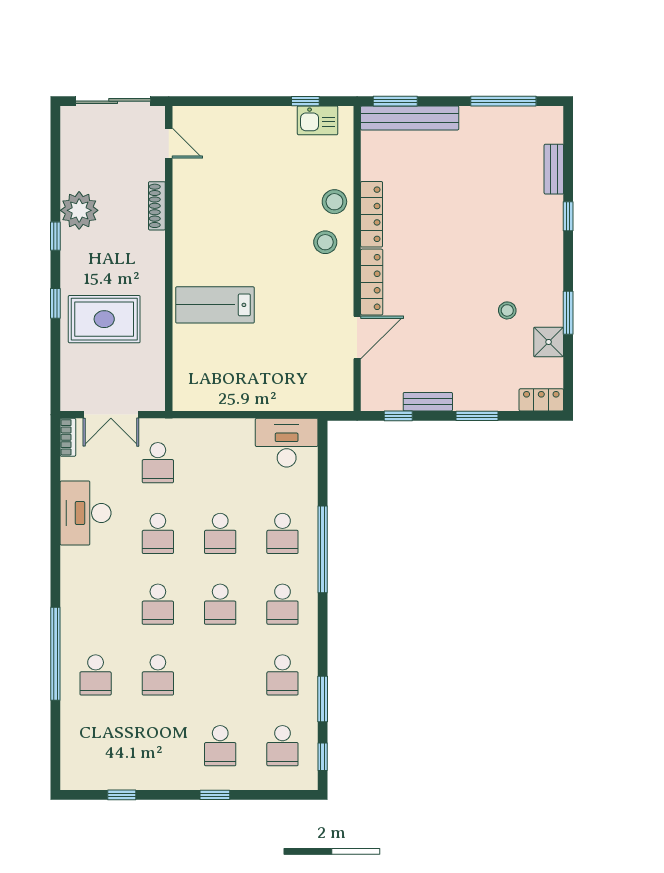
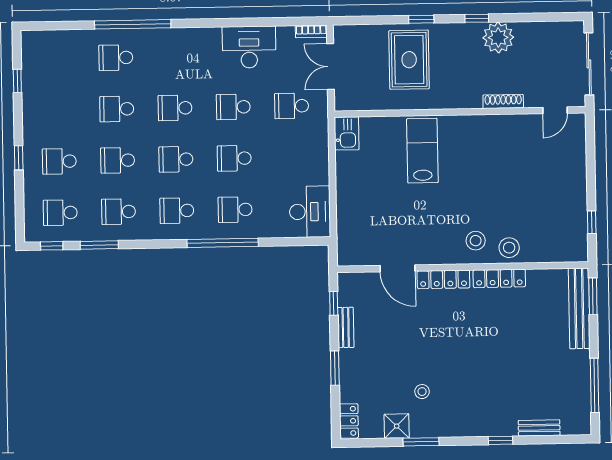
kitchen sink: (318, 120) -> (347, 133), moved, turned 180
school desk: (220, 675) -> (118, 160), added

